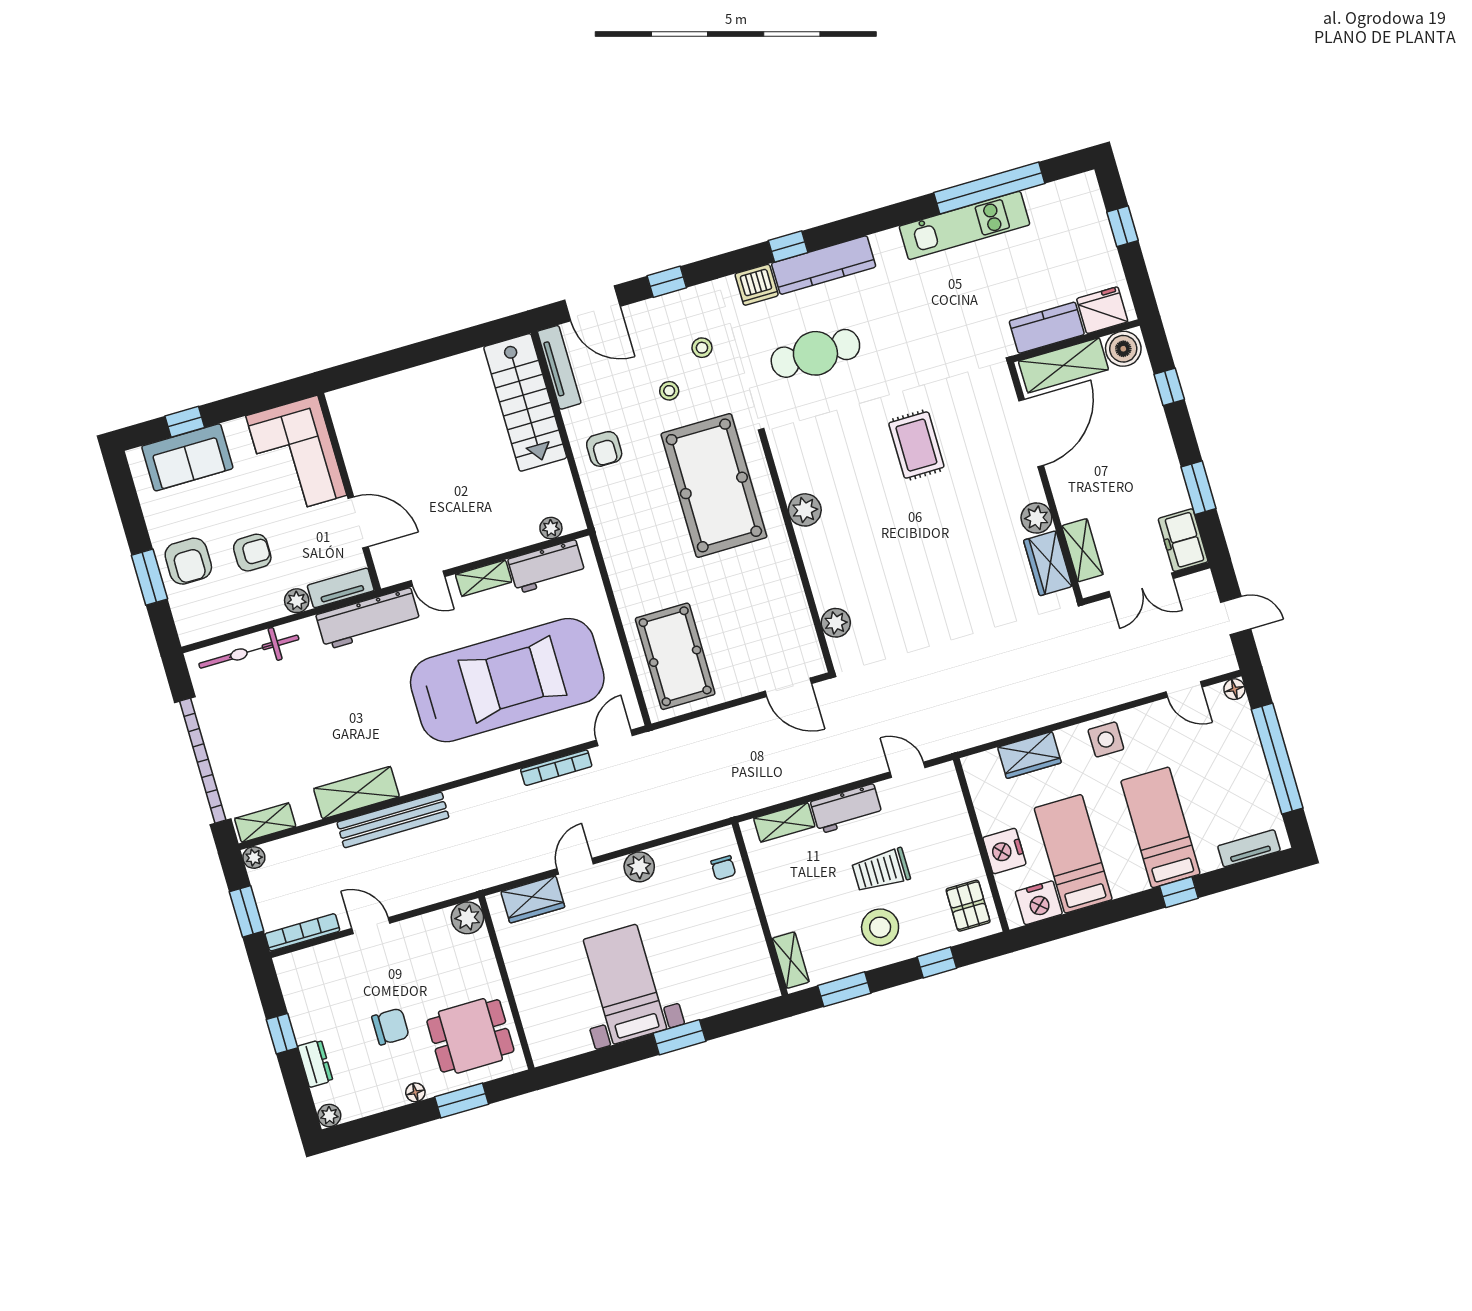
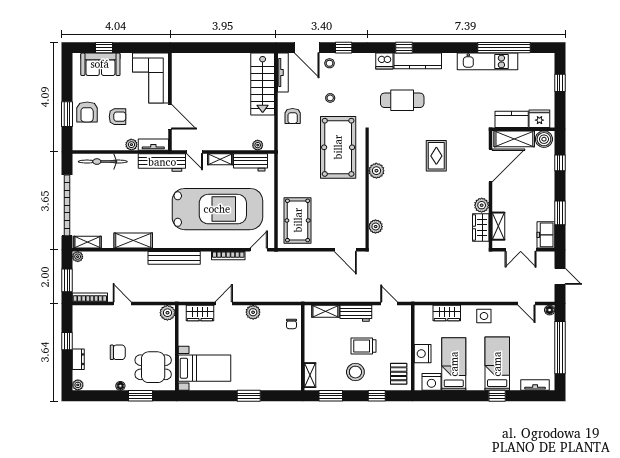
stool: (702, 348) -> (330, 63), moved
bench: (393, 820) -> (174, 258), moved
bed with nightstands: (625, 984) -> (205, 368), moved, turned 90

